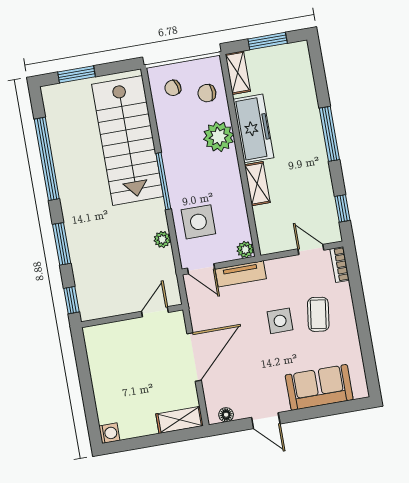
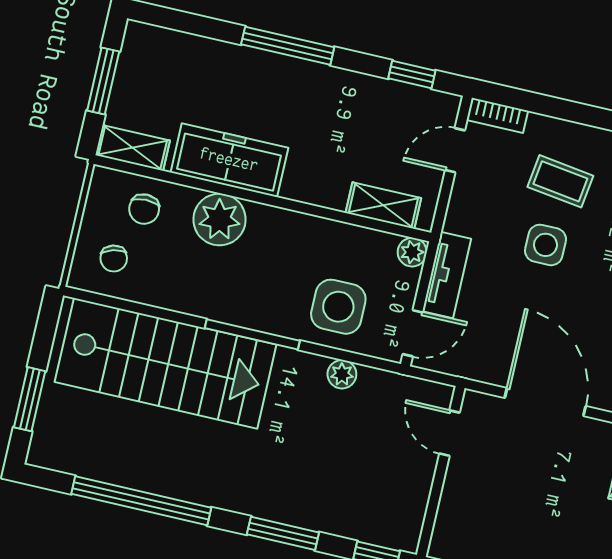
shelving: (257, 184) -> (383, 205), moved

